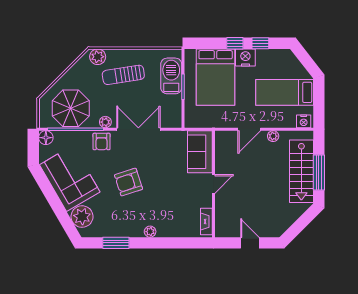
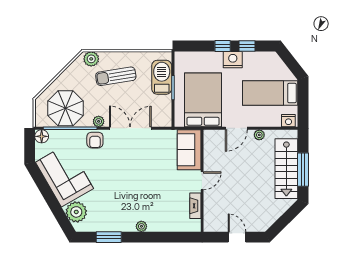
bed: (216, 77) -> (203, 100), moved, turned 180
armchair: (129, 182) -> (121, 179), removed
fireplace: (206, 221) -> (195, 206), moved

